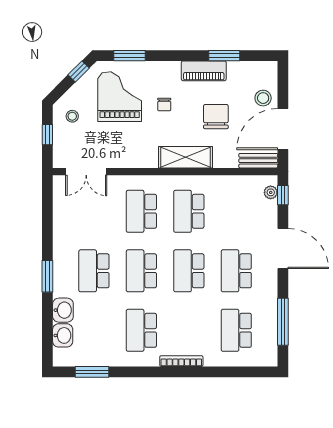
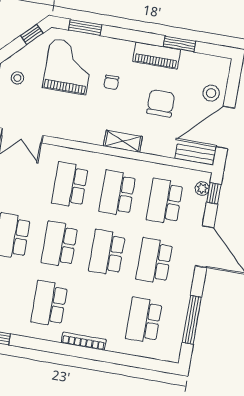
shelving: (186, 157) -> (123, 141), width x0.67, depth x0.75
school desk: (236, 211) -> (165, 201), added

